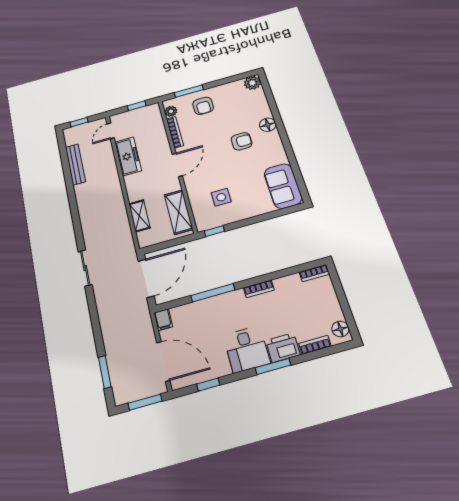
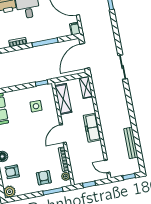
door: (111, 131) -> (107, 166), swing flipped
armchair: (242, 141) -> (12, 172), moved
freezer: (128, 156) -> (92, 128), moved
shelving: (139, 216) -> (86, 87), moved

